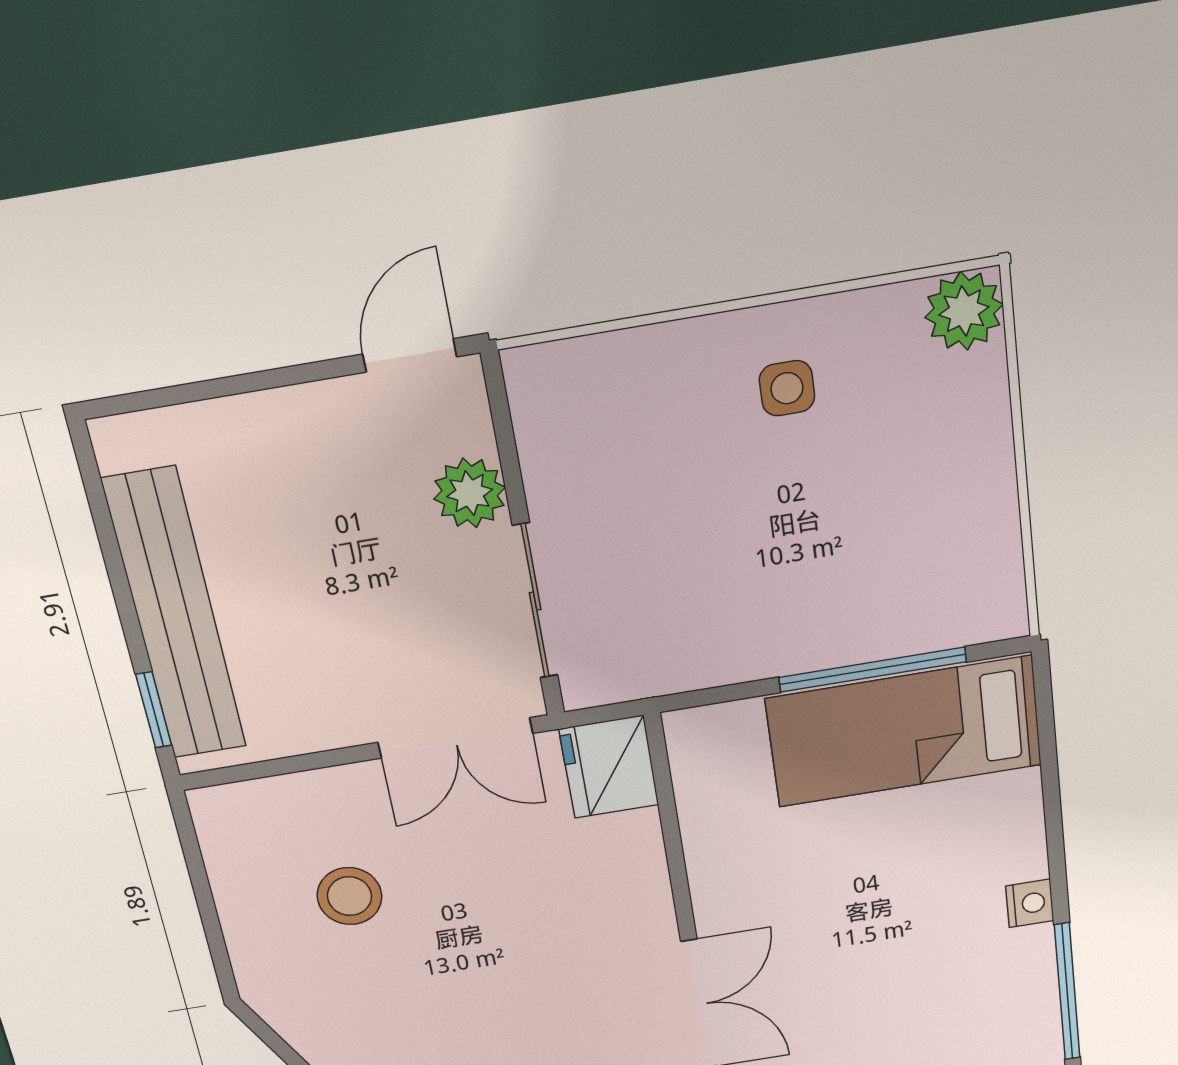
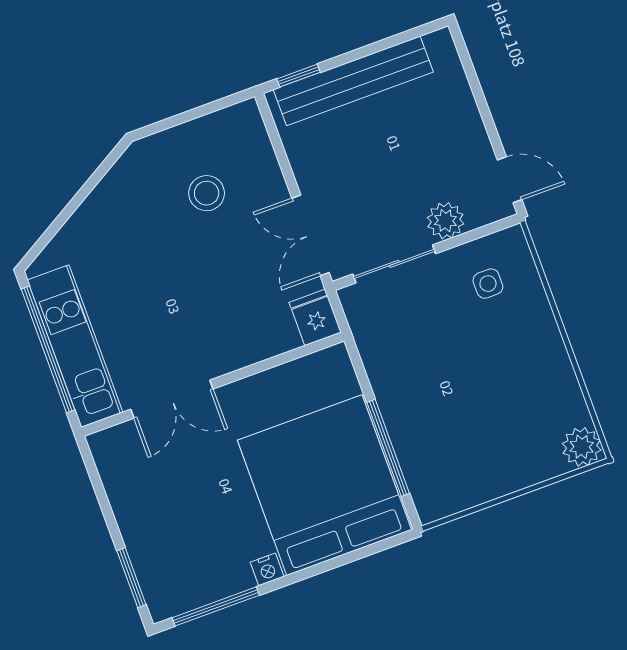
side table: (787, 388) -> (488, 284), moved
bed: (904, 732) -> (324, 485), width x2.04
fridge: (609, 767) -> (315, 317), width x0.72

